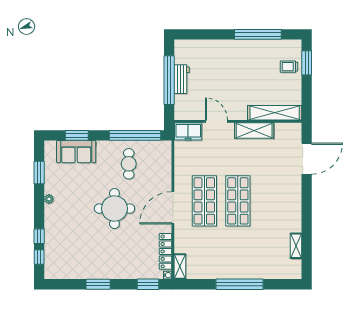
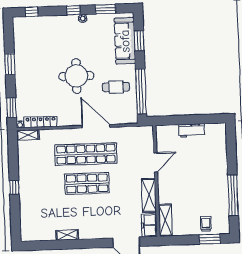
window: (169, 80) -> (190, 120), removed
shelving: (275, 113) -> (165, 220), width x0.68
freezer: (188, 131) -> (149, 225), moved
sofa: (76, 152) -> (125, 41), width x1.36
shop shelf: (204, 201) -> (86, 154), width x1.40
door: (173, 208) -> (96, 126), moved
window: (39, 236) -> (73, 10), moved
shelving: (296, 246) -> (67, 235), moved
window: (239, 284) -> (14, 187), width x0.32

